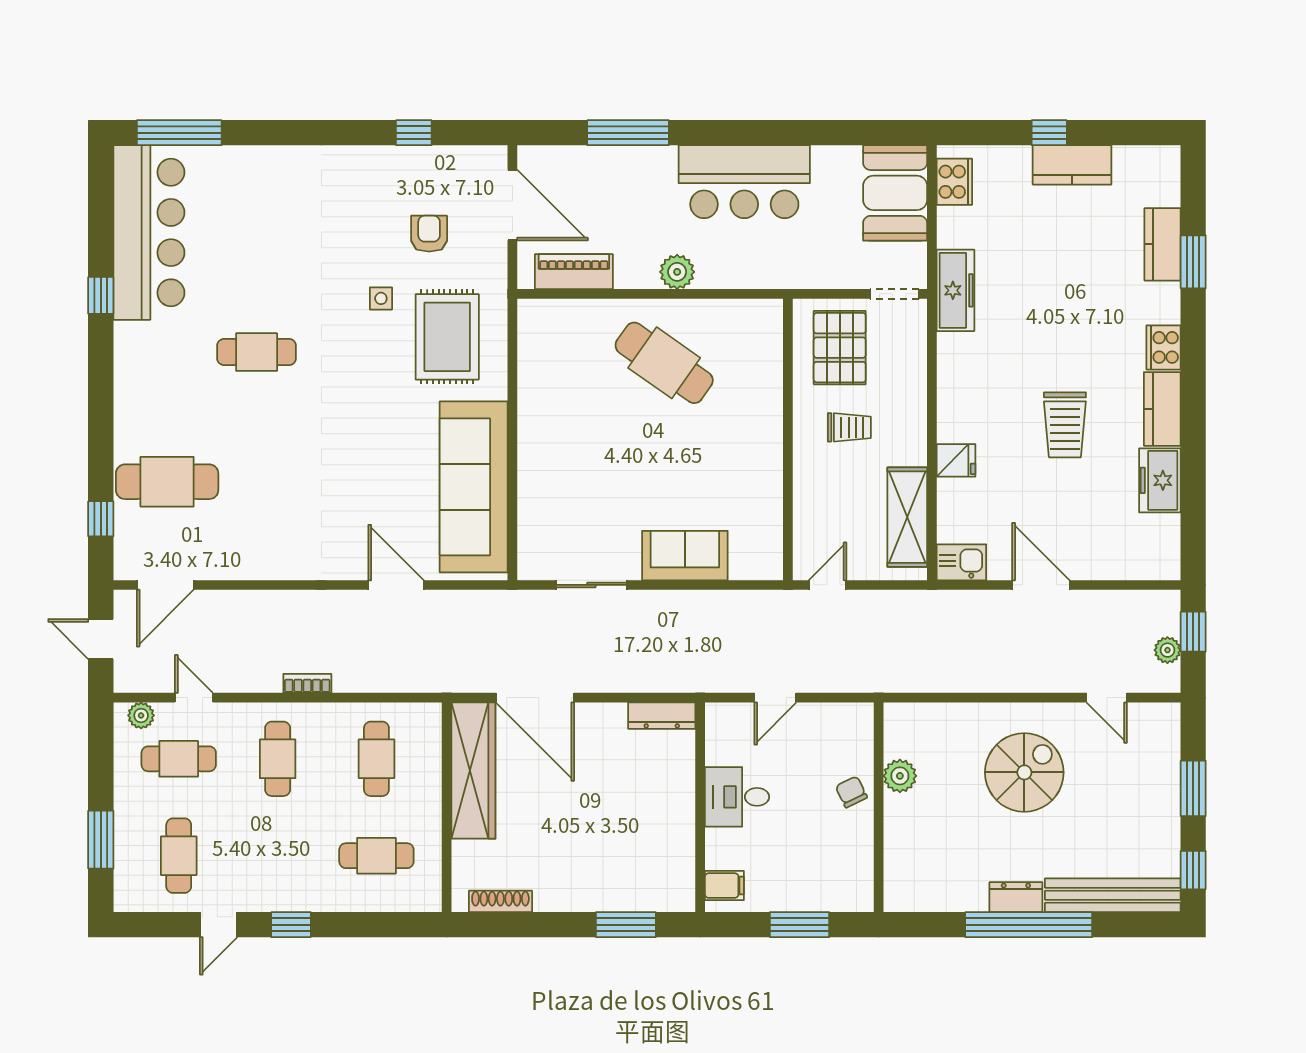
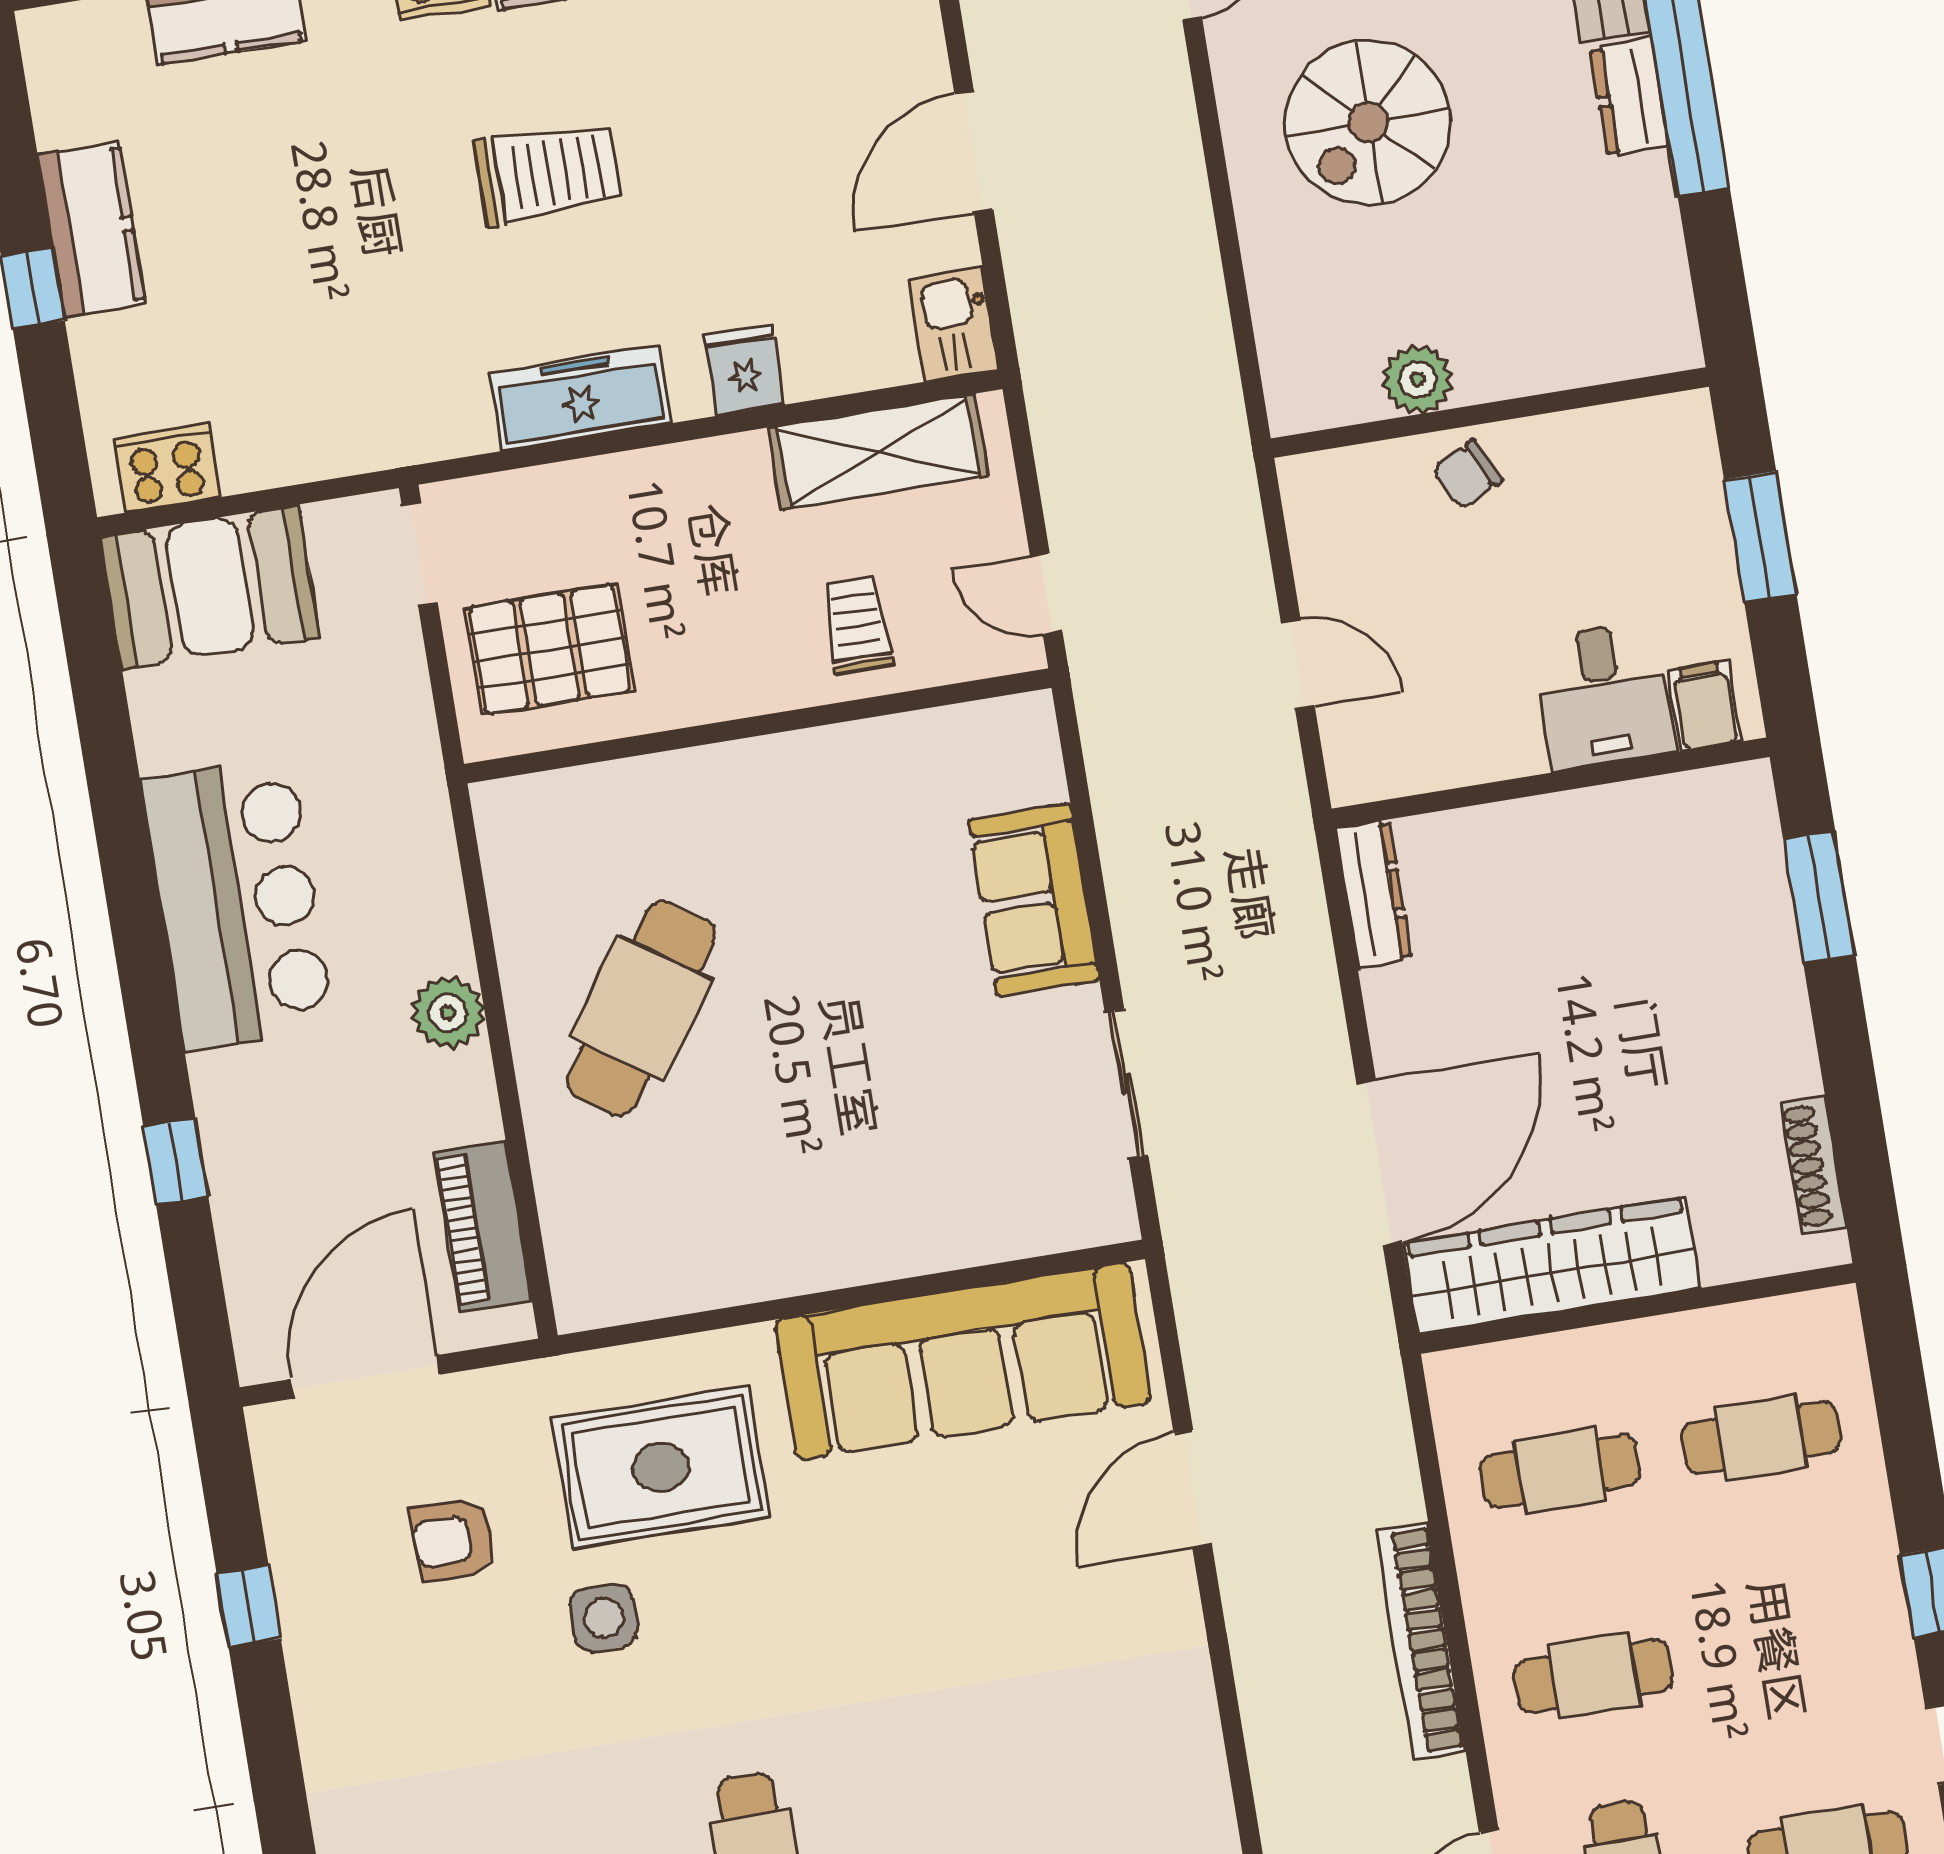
window: (628, 133) -> (176, 1161), width x0.46
freezer: (955, 290) -> (580, 398), moved
side table: (381, 298) -> (604, 1618), width x1.37, depth x1.37
trolley: (1065, 425) -> (548, 173), moved
trolley: (849, 427) -> (857, 625), moved
bookcase: (307, 683) -> (1421, 1641), width x2.31, depth x1.31
spiral stairs: (1024, 772) -> (1368, 122), turned -90
desk: (737, 797) -> (1603, 696), moved
cafe table: (376, 856) -> (1761, 1438), turned 90

